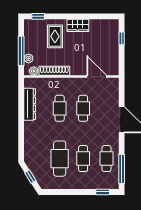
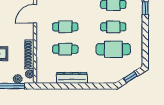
dresser: (30, 104) -> (72, 78), moved

